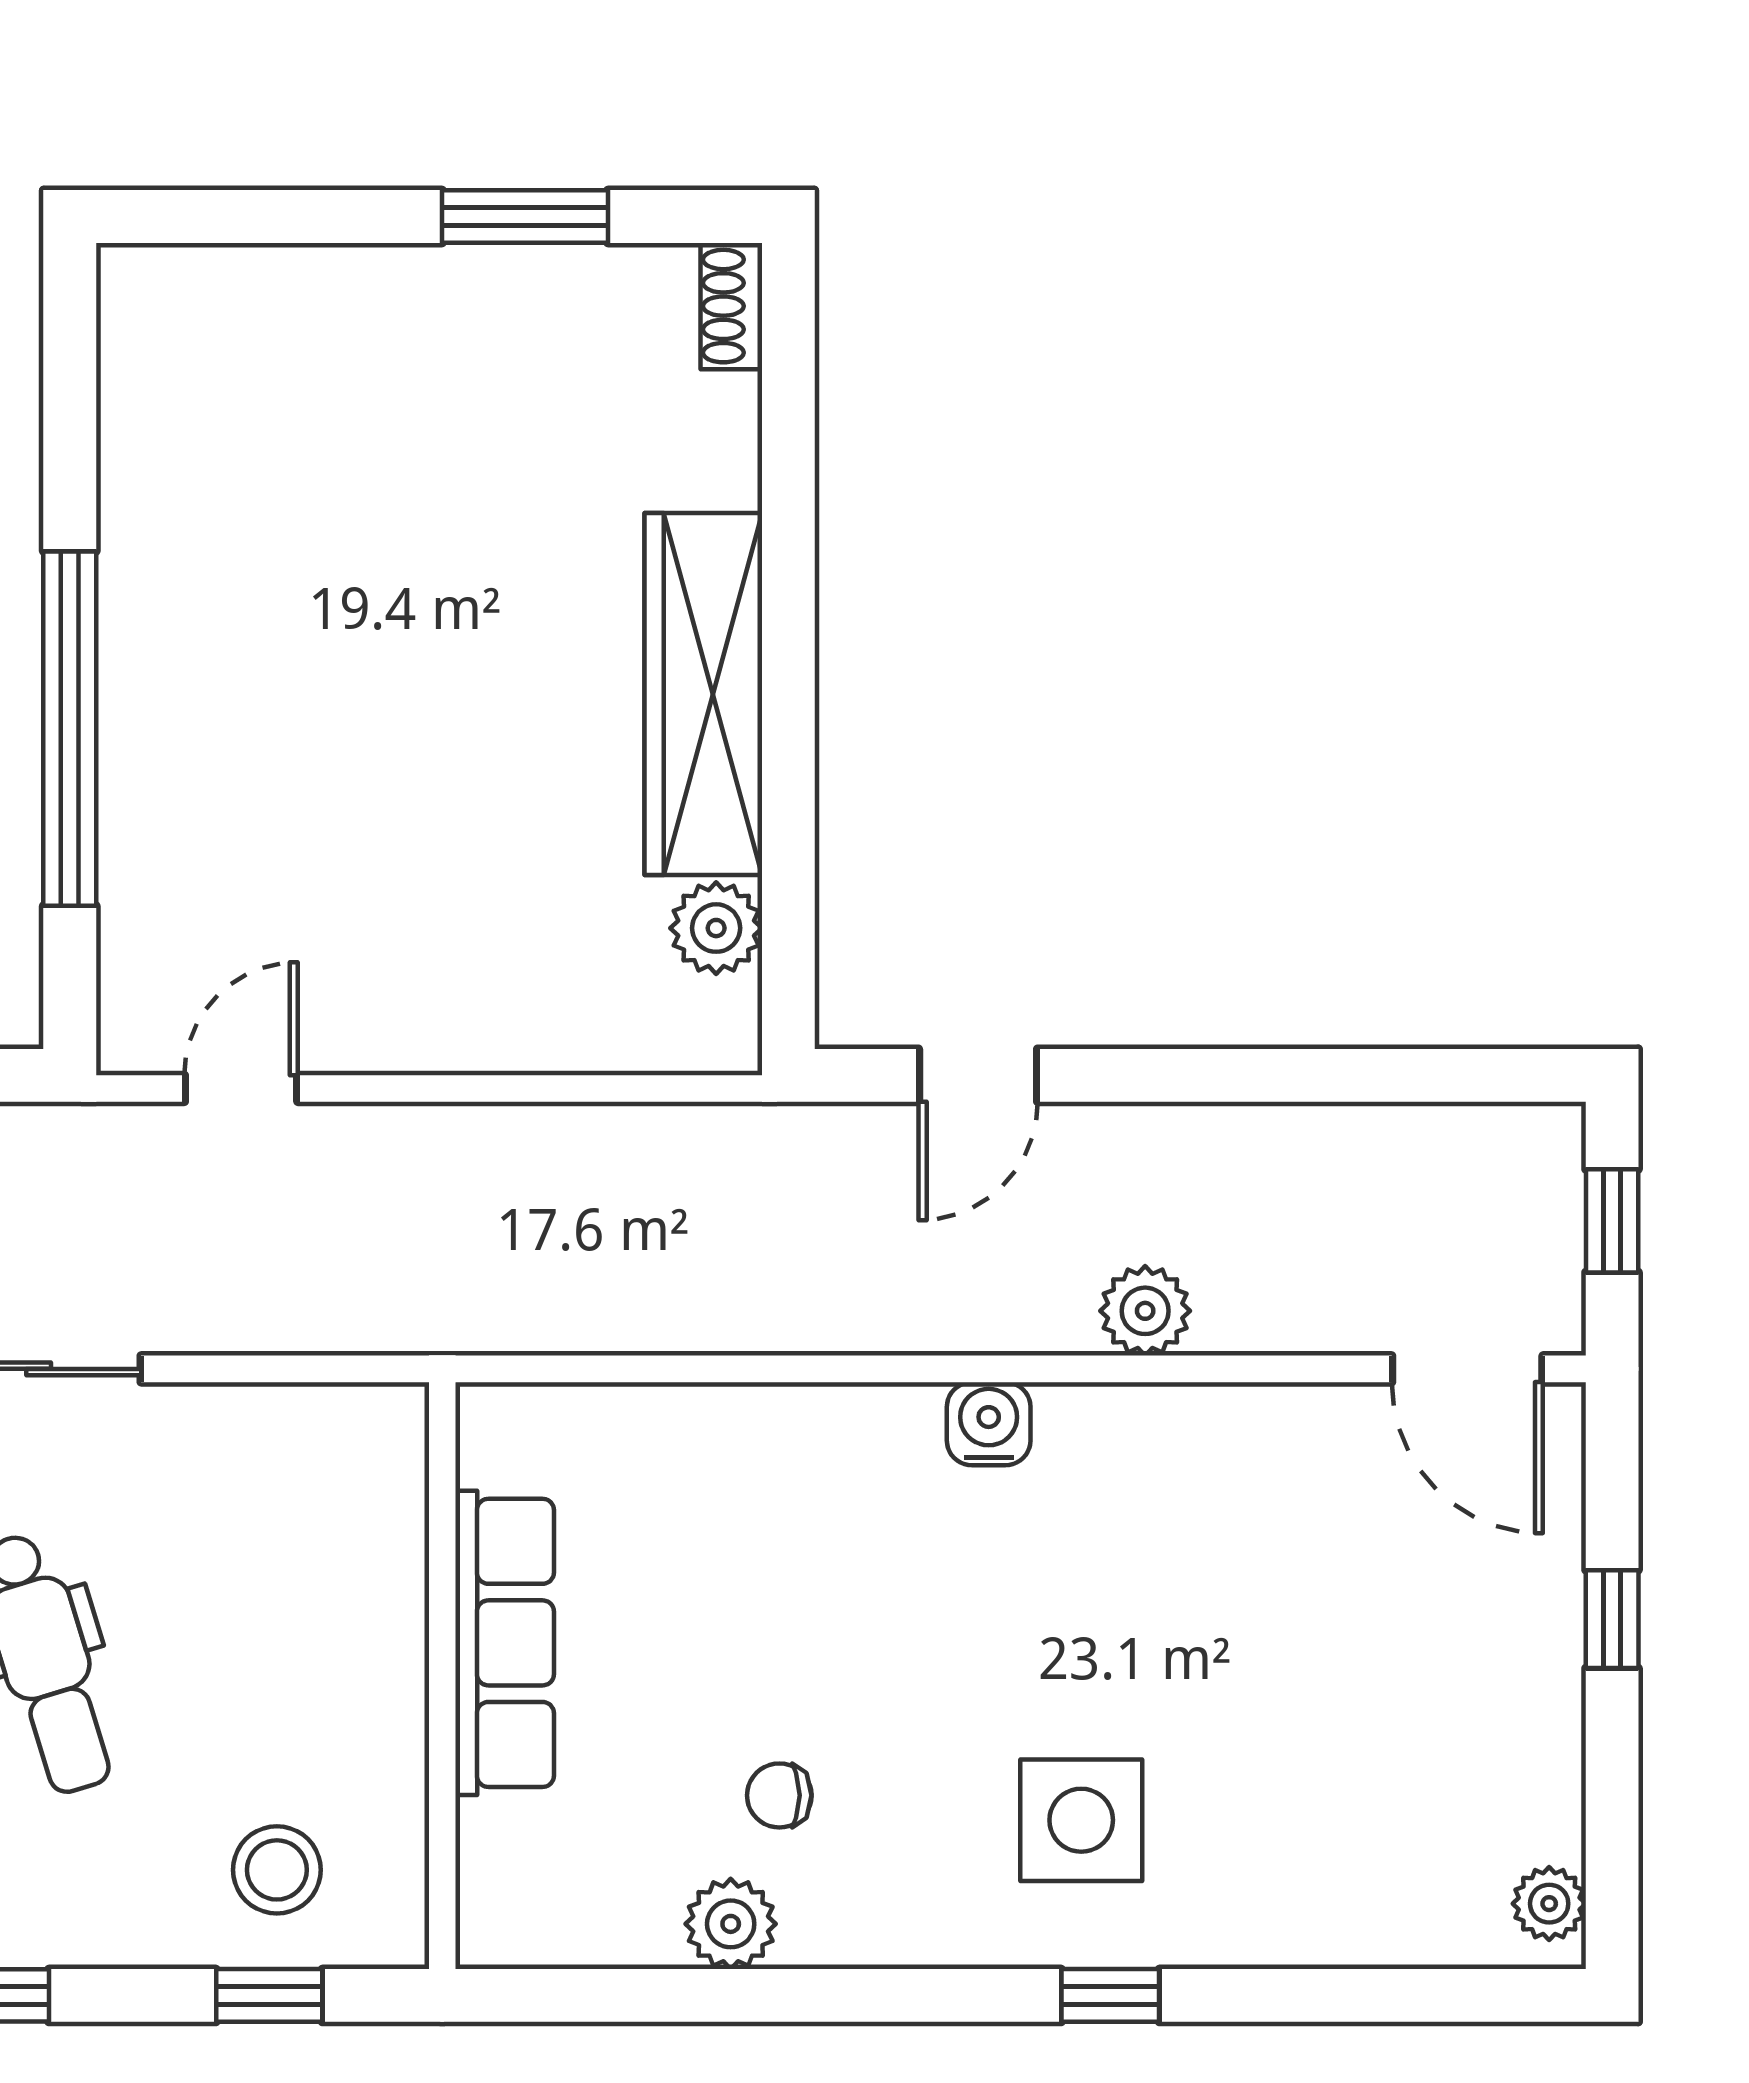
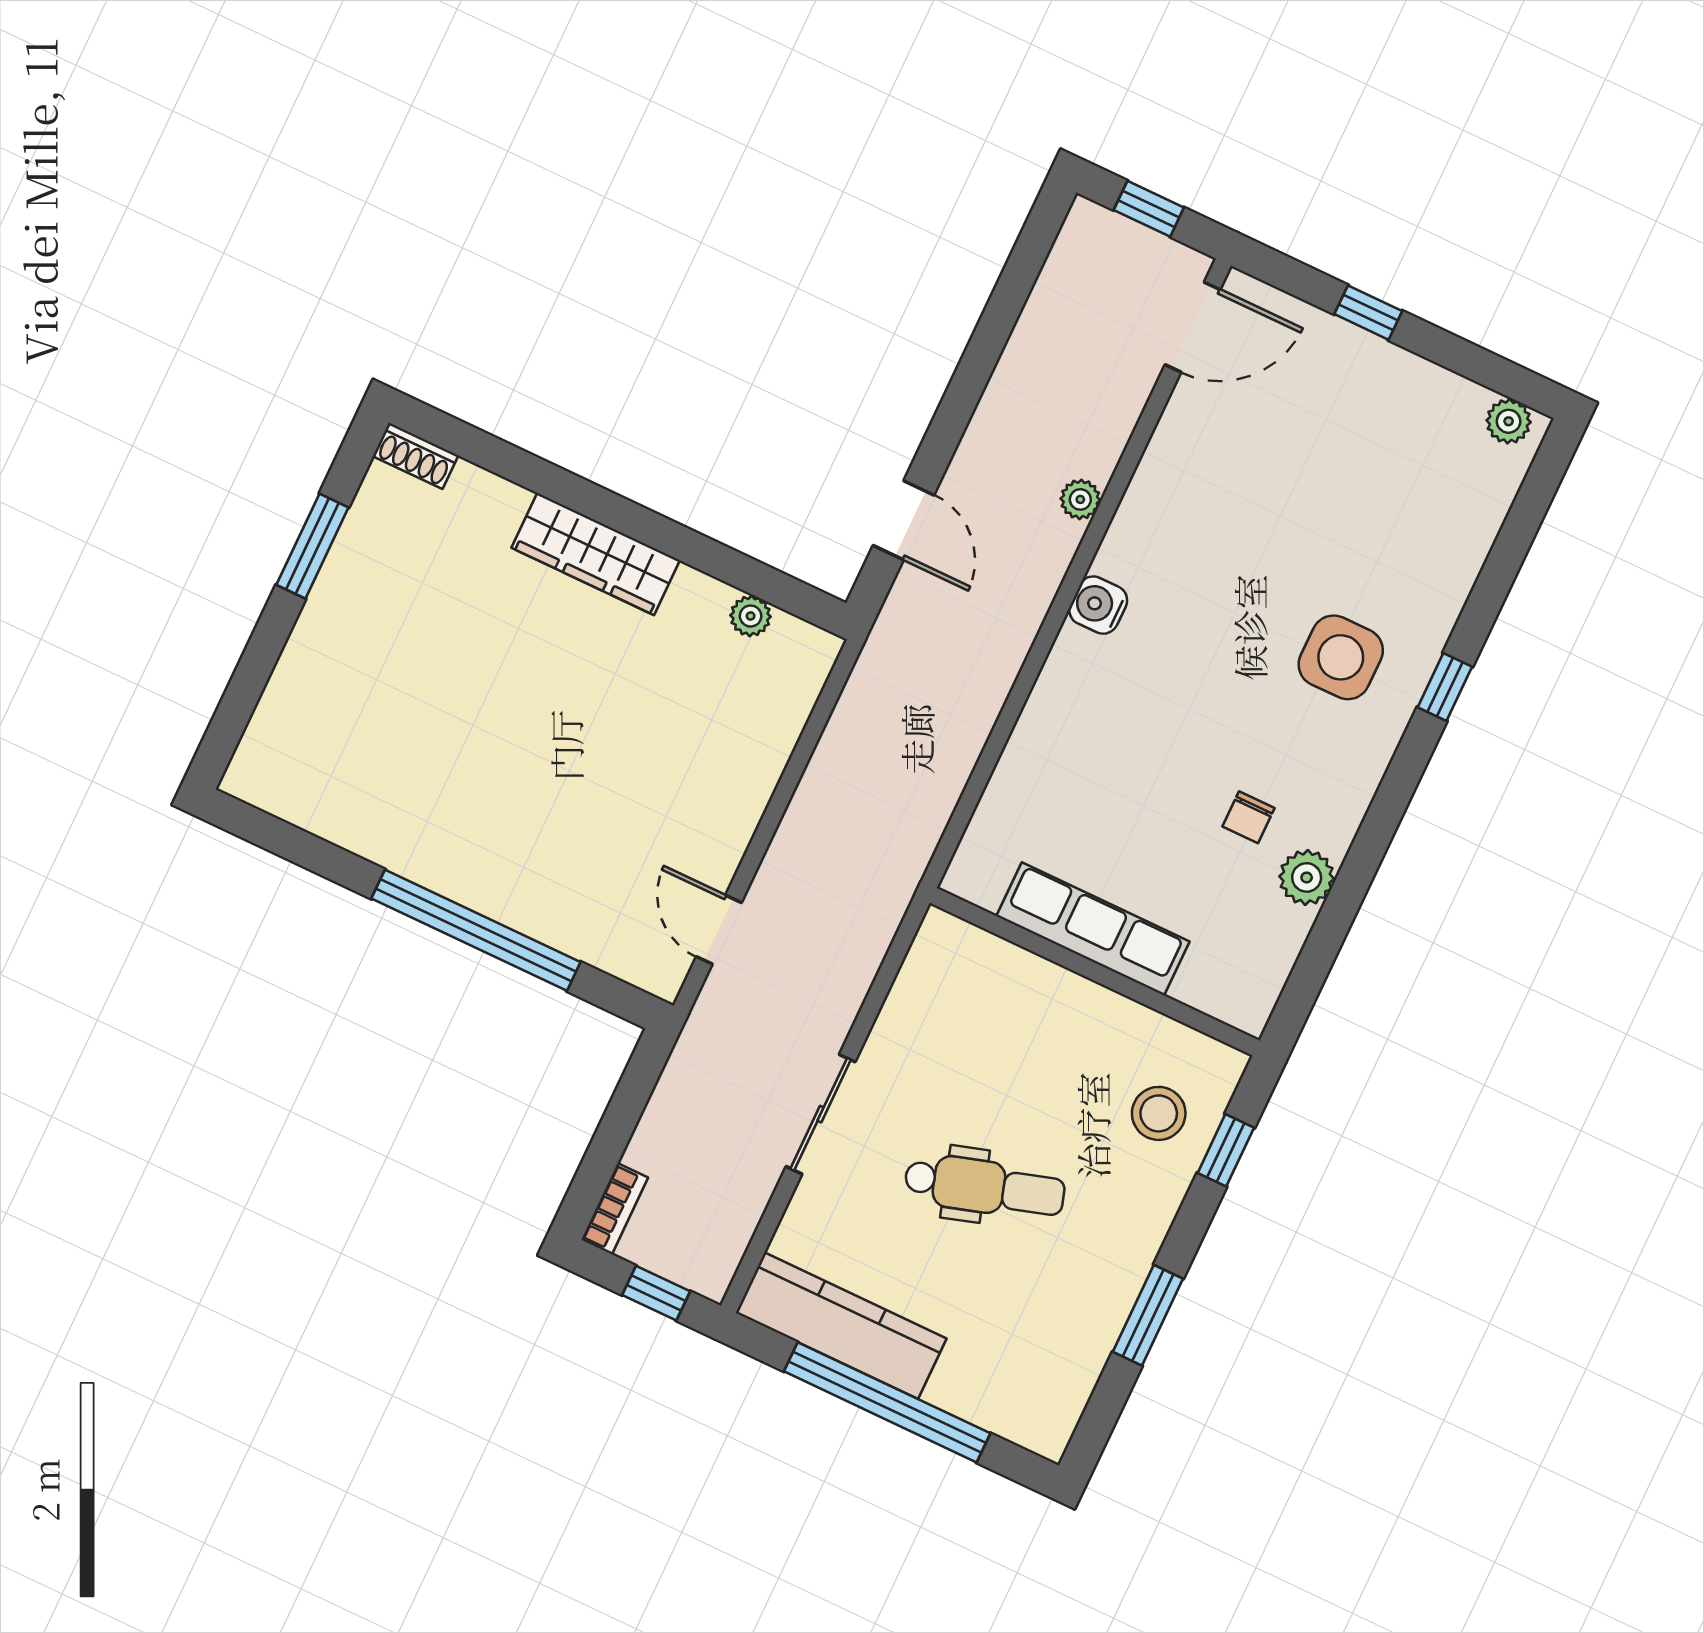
wardrobe: (703, 694) -> (596, 554), width x0.71, depth x0.85
plant: (716, 928) -> (751, 616), width x0.73, depth x0.73
plant: (1145, 1311) -> (1080, 499), width x0.73, depth x0.73

